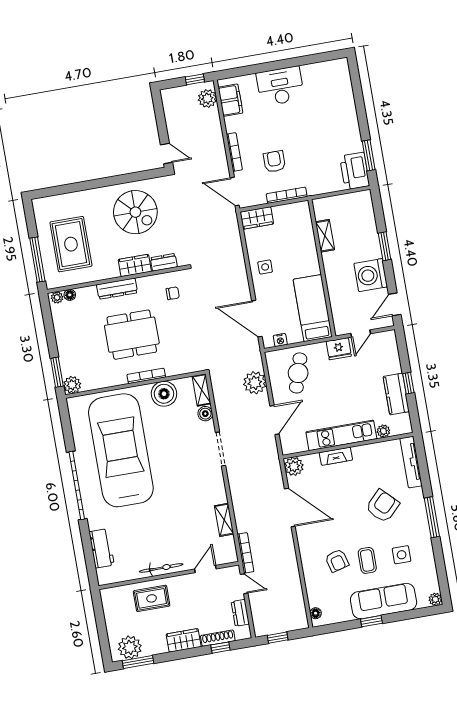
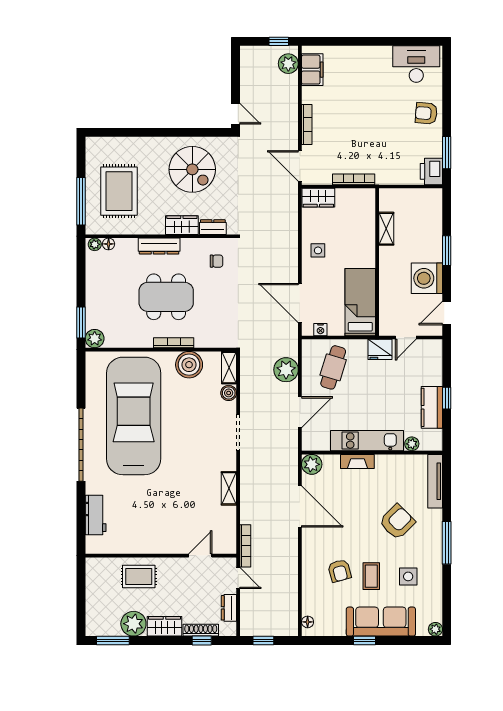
desk: (280, 86) -> (416, 64), moved
armchair: (274, 161) -> (426, 113), moved, turned -85
printer: (355, 171) -> (431, 171), width x0.73, depth x0.84
shelving: (224, 520) -> (229, 488), moved
bicycle: (161, 568) -> (154, 546), removed
plant: (130, 647) -> (133, 624), moved

